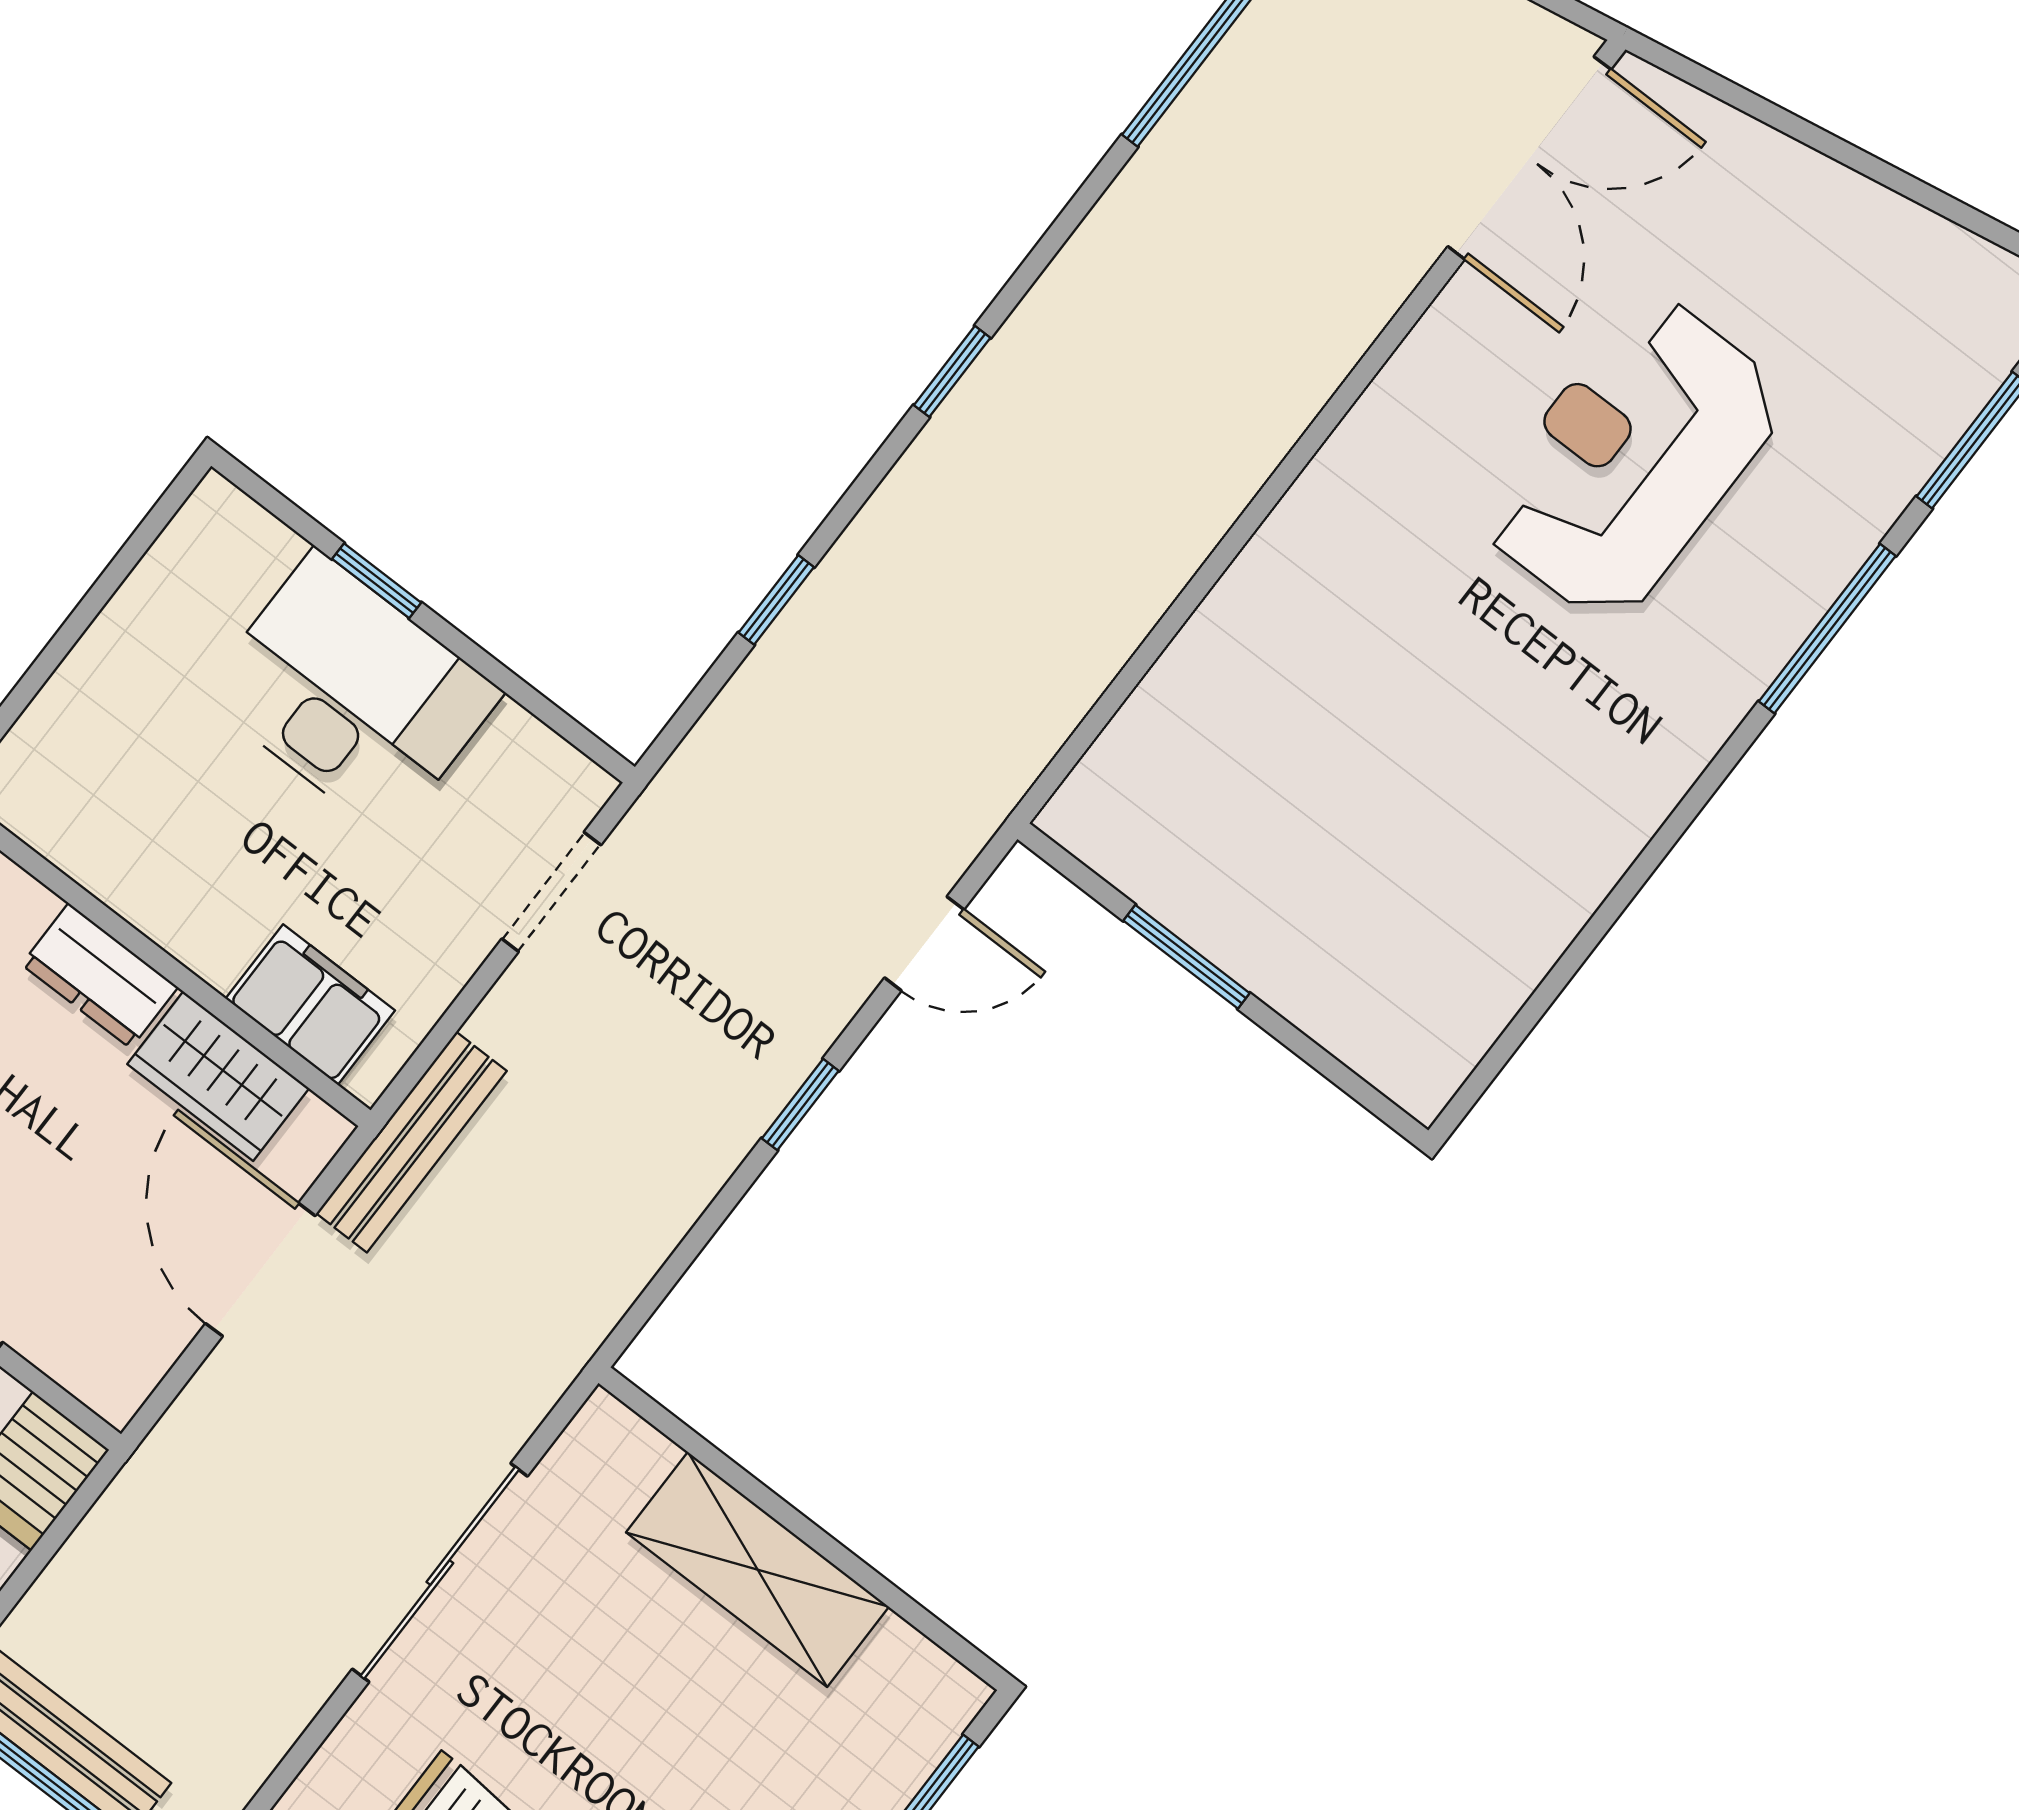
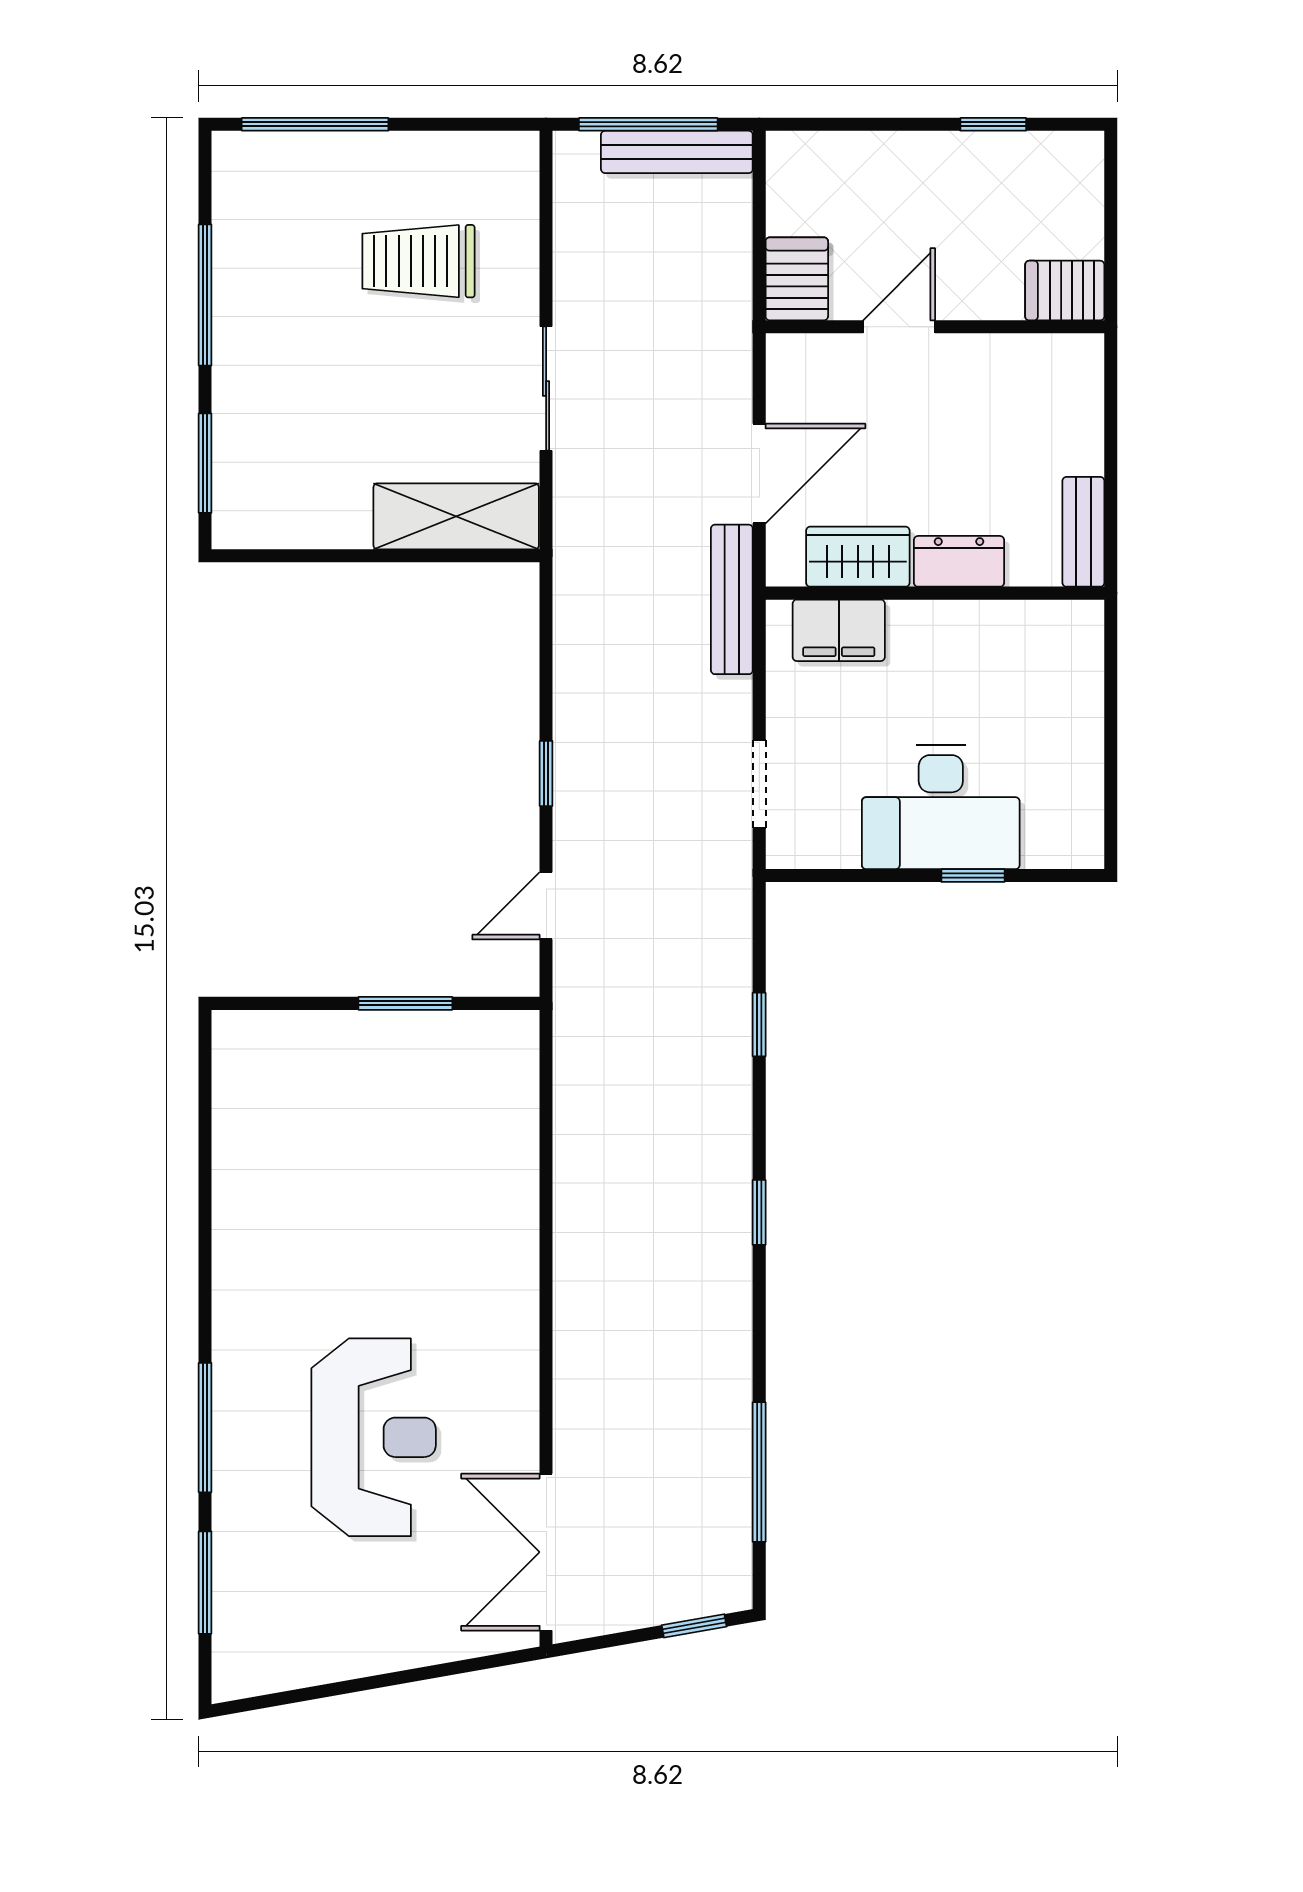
door: (260, 1270) -> (759, 474), hinge flipped
shelving: (757, 1570) -> (456, 516), moved
sliding door: (440, 1573) -> (546, 388), width x0.73

